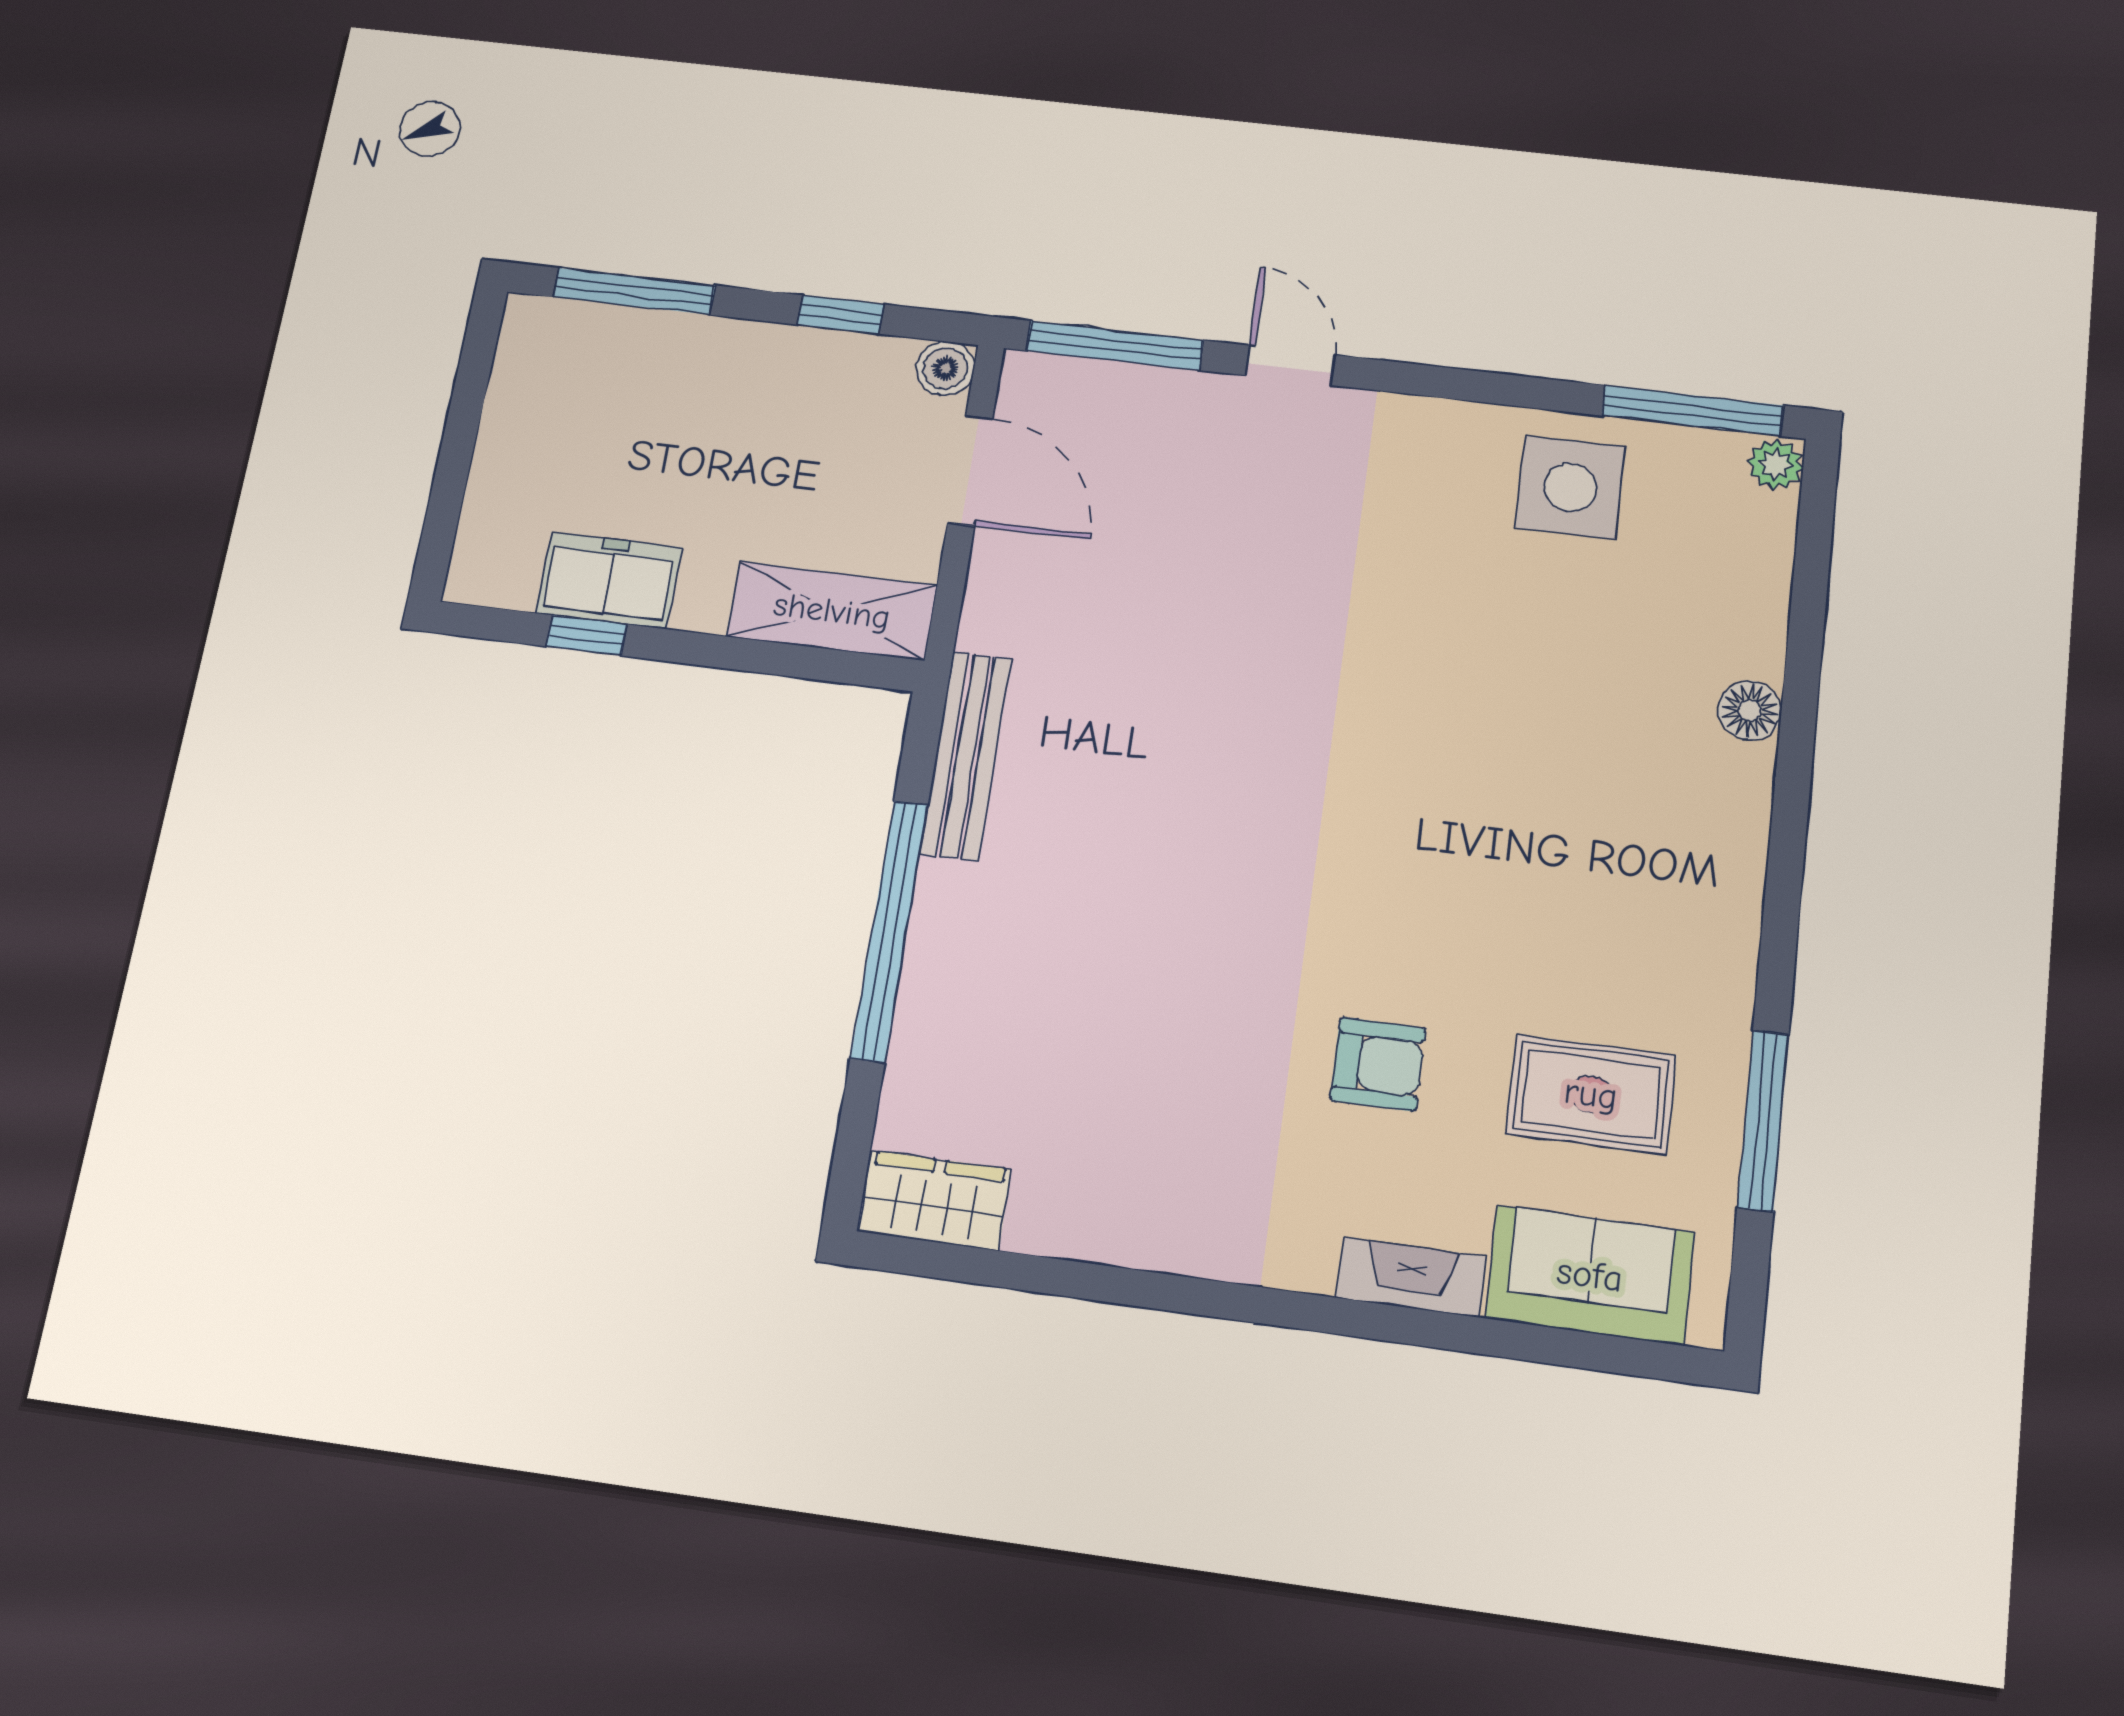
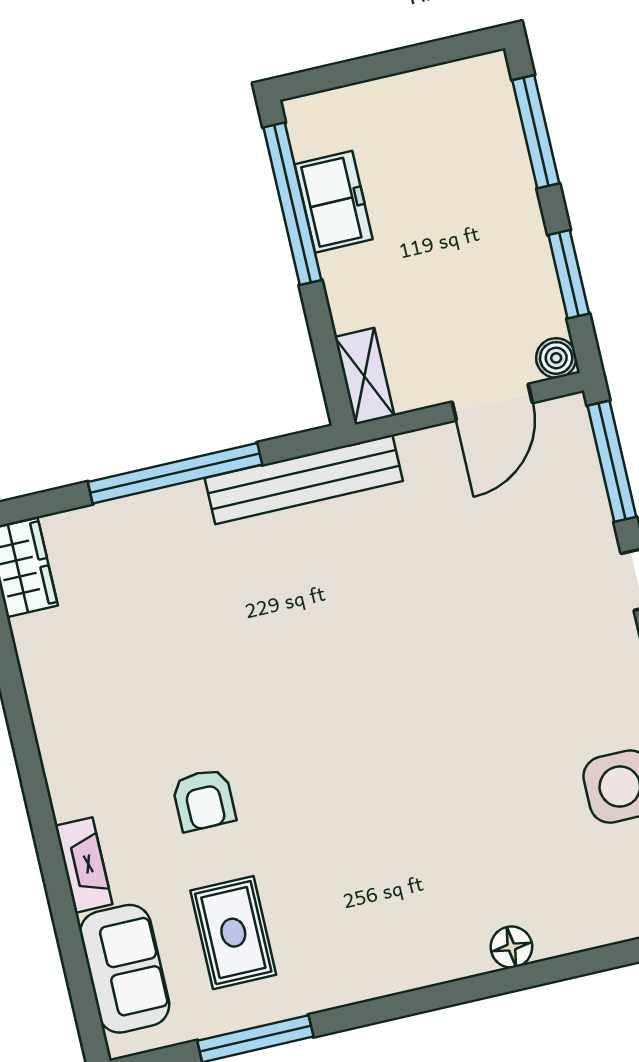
window: (840, 314) -> (569, 274), width x1.50
shelving: (832, 611) -> (364, 376), width x0.67, depth x0.75
window: (587, 635) -> (292, 204), width x3.17
bench: (966, 756) -> (304, 479), width x1.37, depth x1.21

